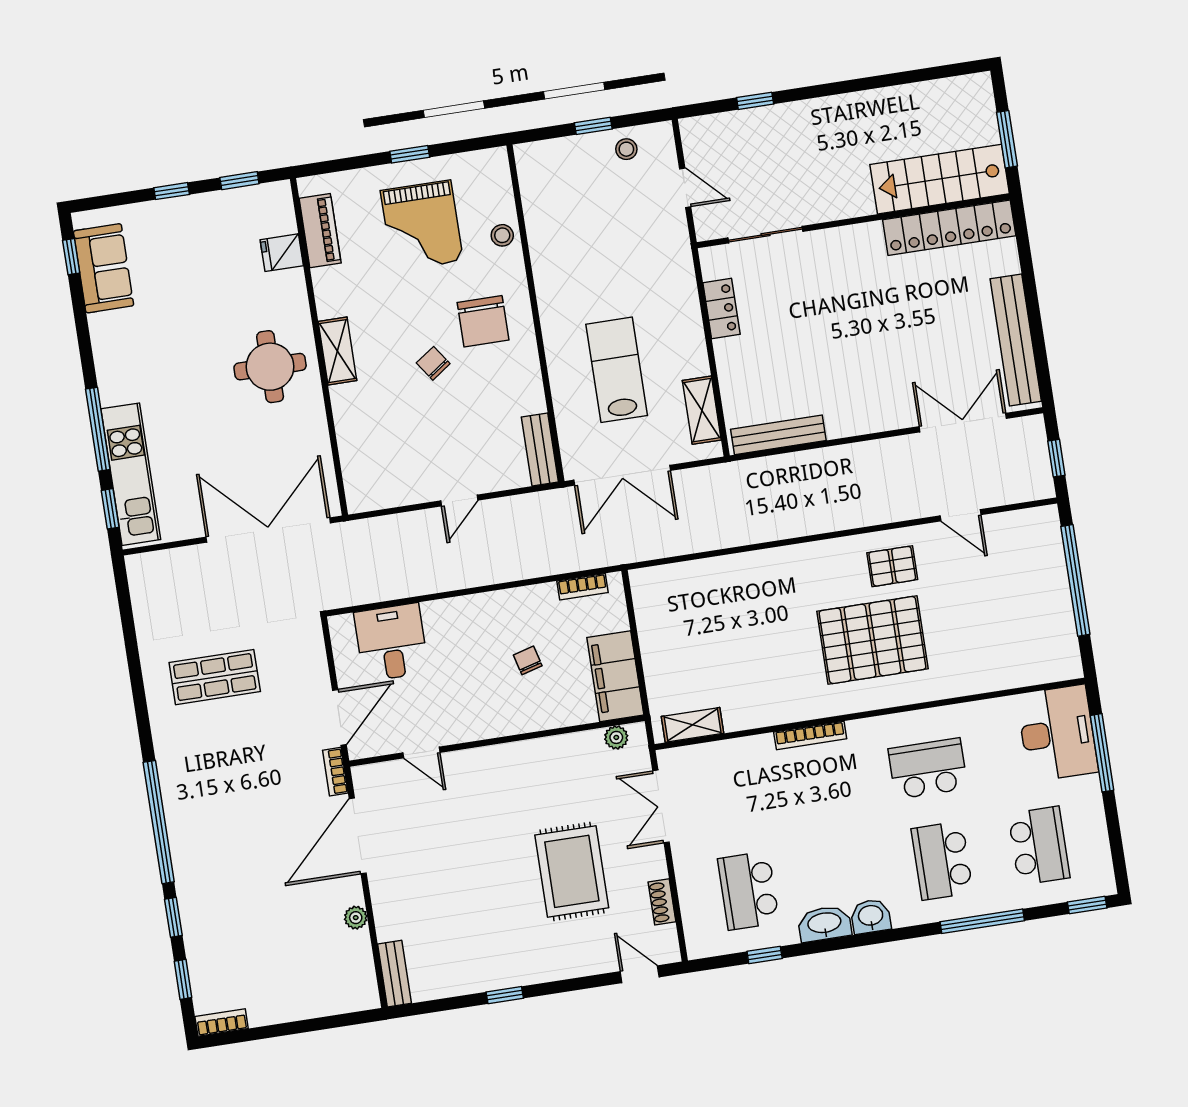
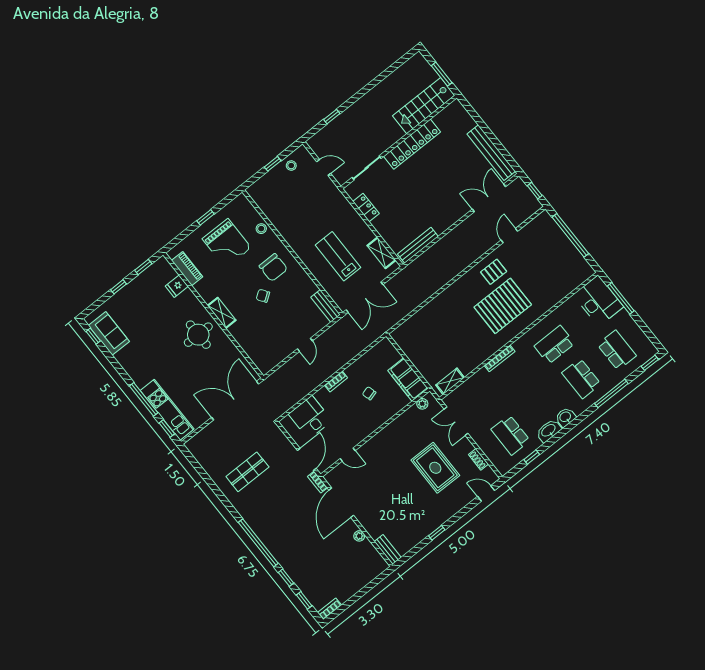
locker: (949, 228) -> (412, 144), moved
door: (960, 515) -> (509, 236), swing flipped
bookcase: (583, 587) -> (336, 382), moved

